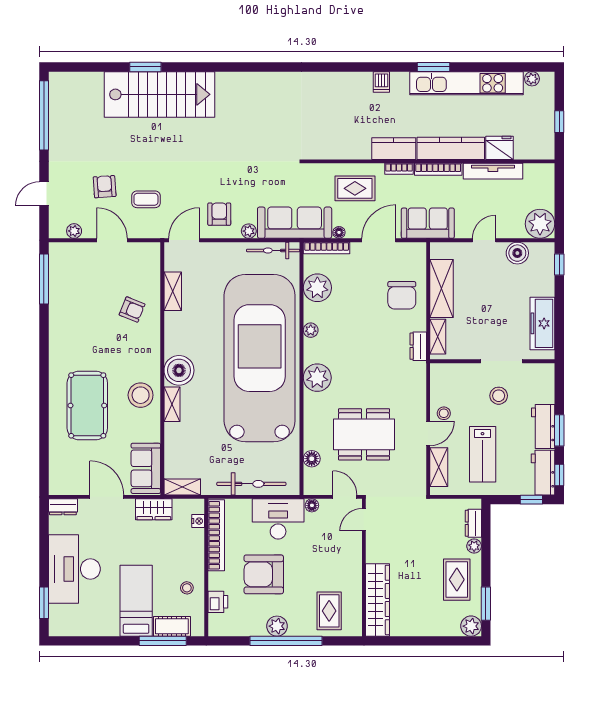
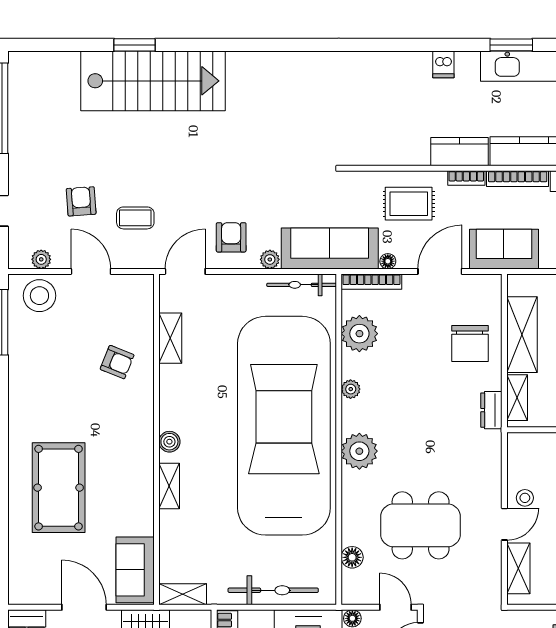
boiler: (179, 370) -> (169, 442), width x0.54, depth x0.54
stool: (141, 395) -> (39, 296), moved

